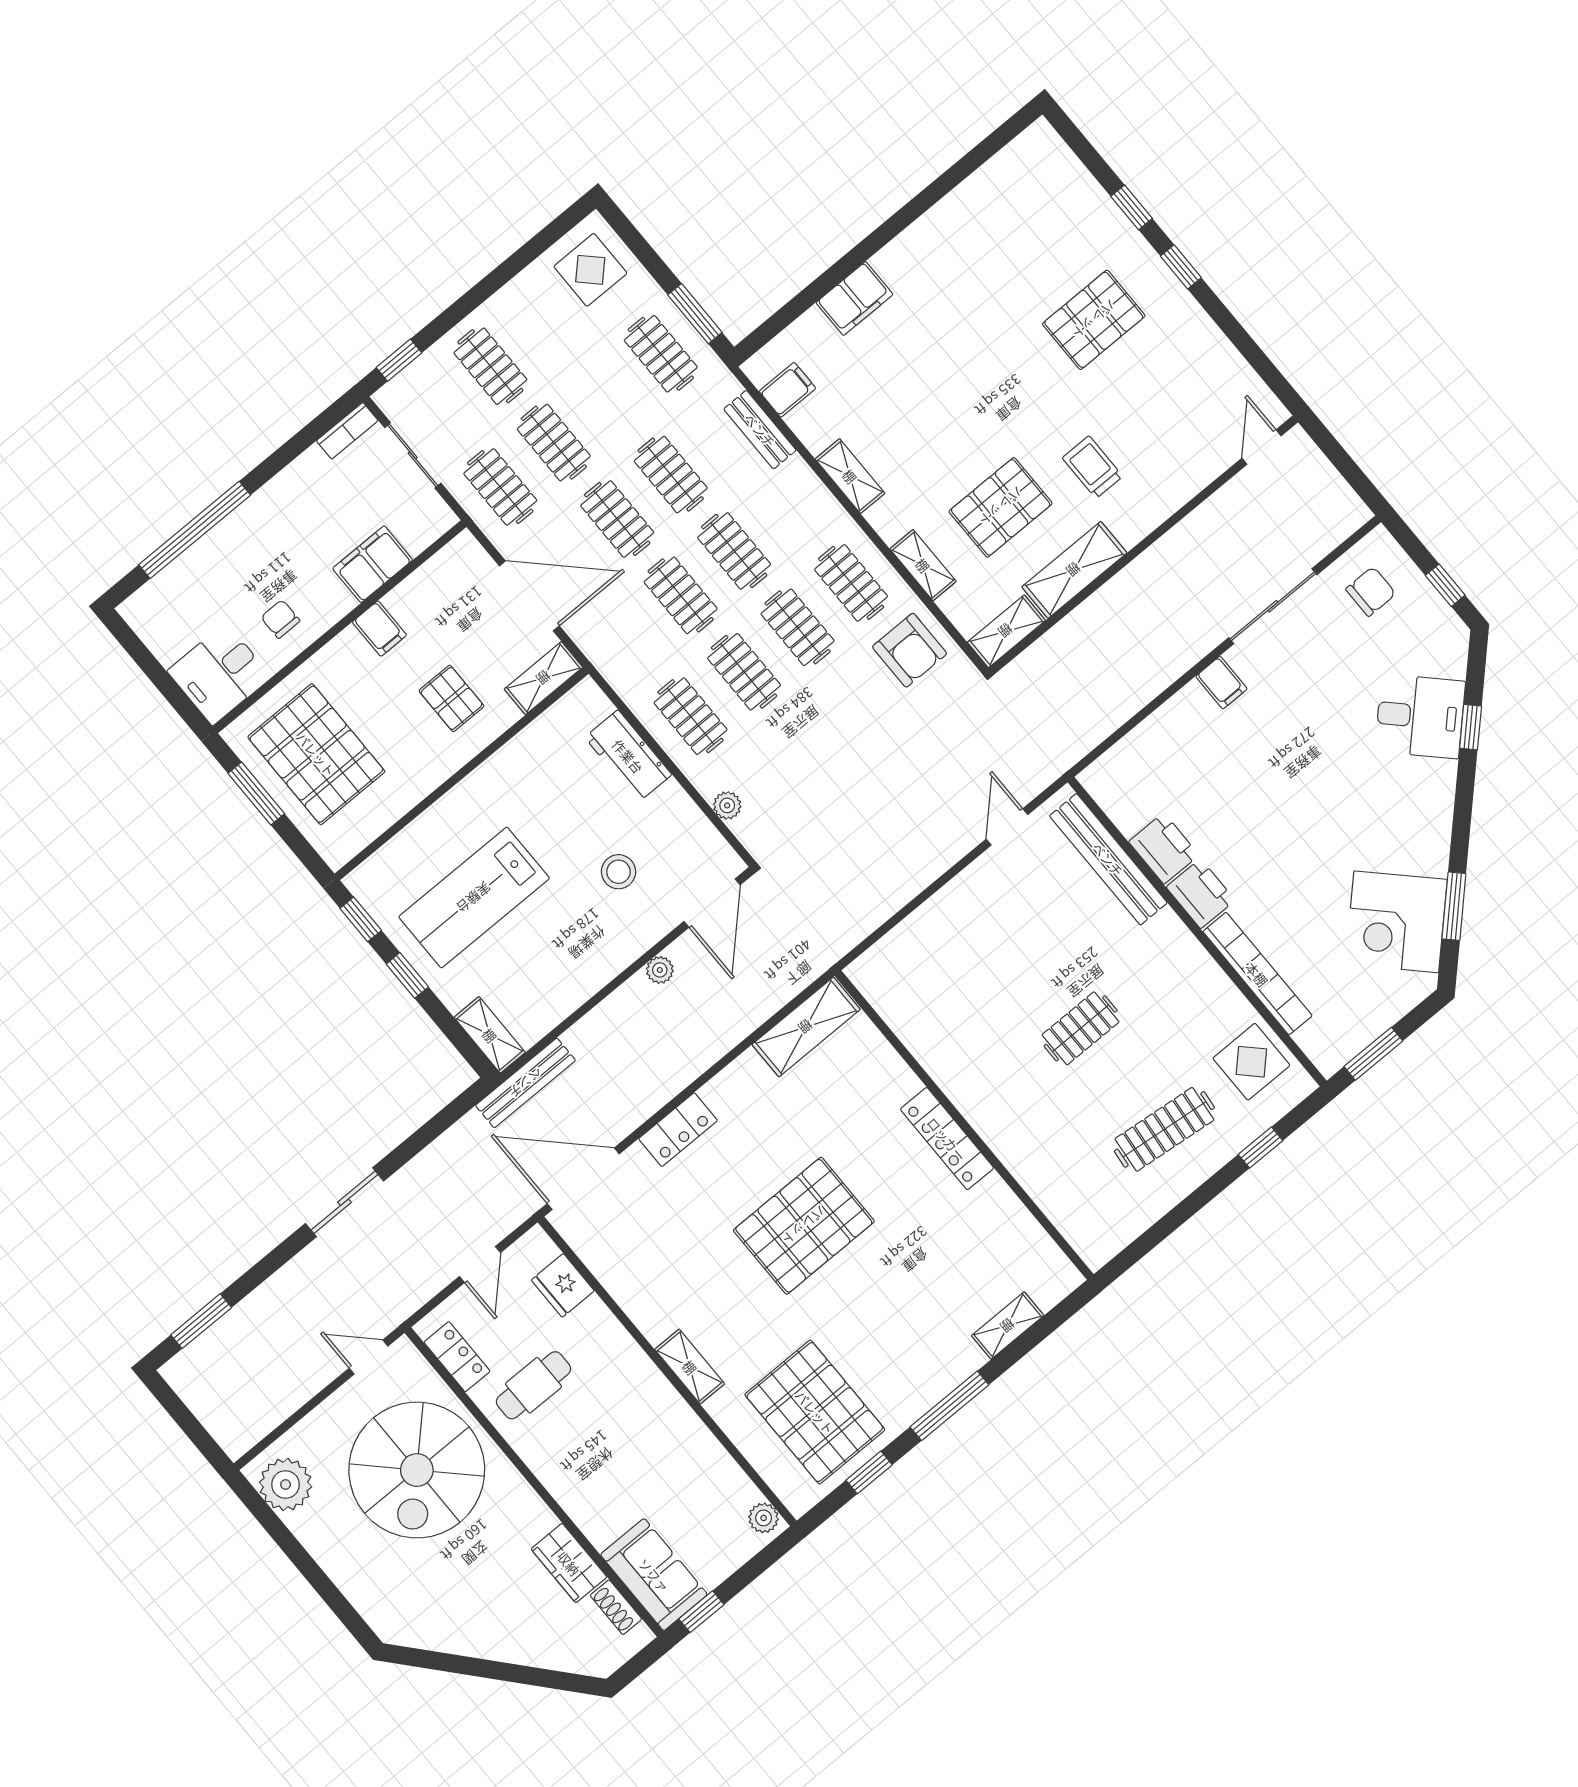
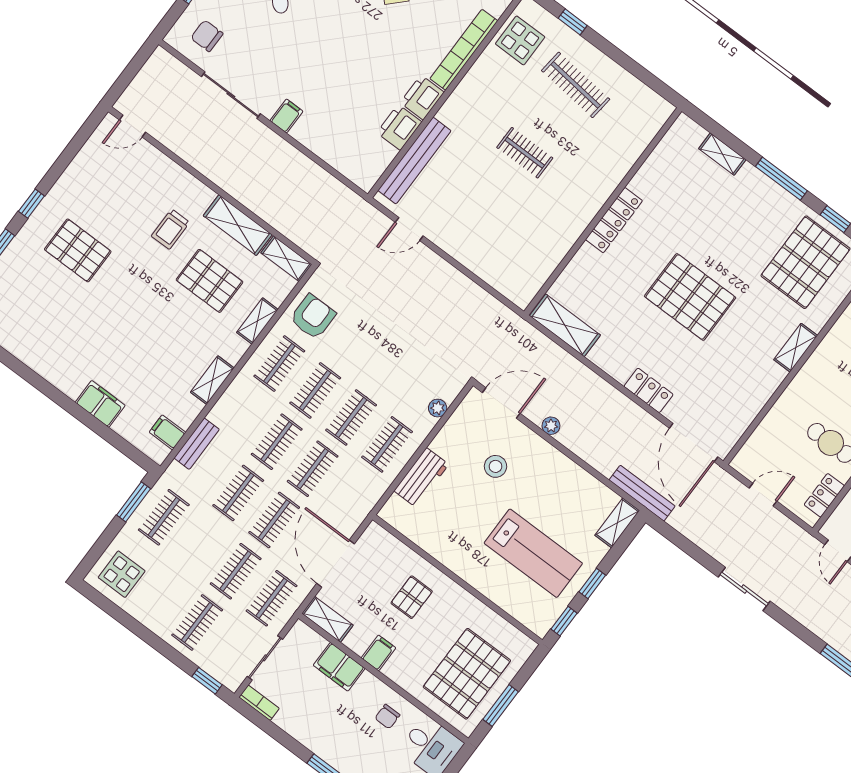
shelving: (544, 678) -> (327, 619), moved
fridge: (563, 1285) -> (764, 439), removed

